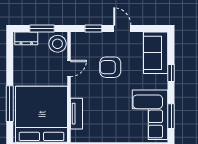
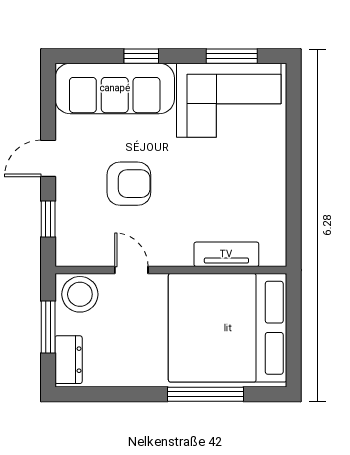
sofa: (156, 53) -> (115, 88), width x1.36
armchair: (110, 67) -> (129, 184), turned -90

